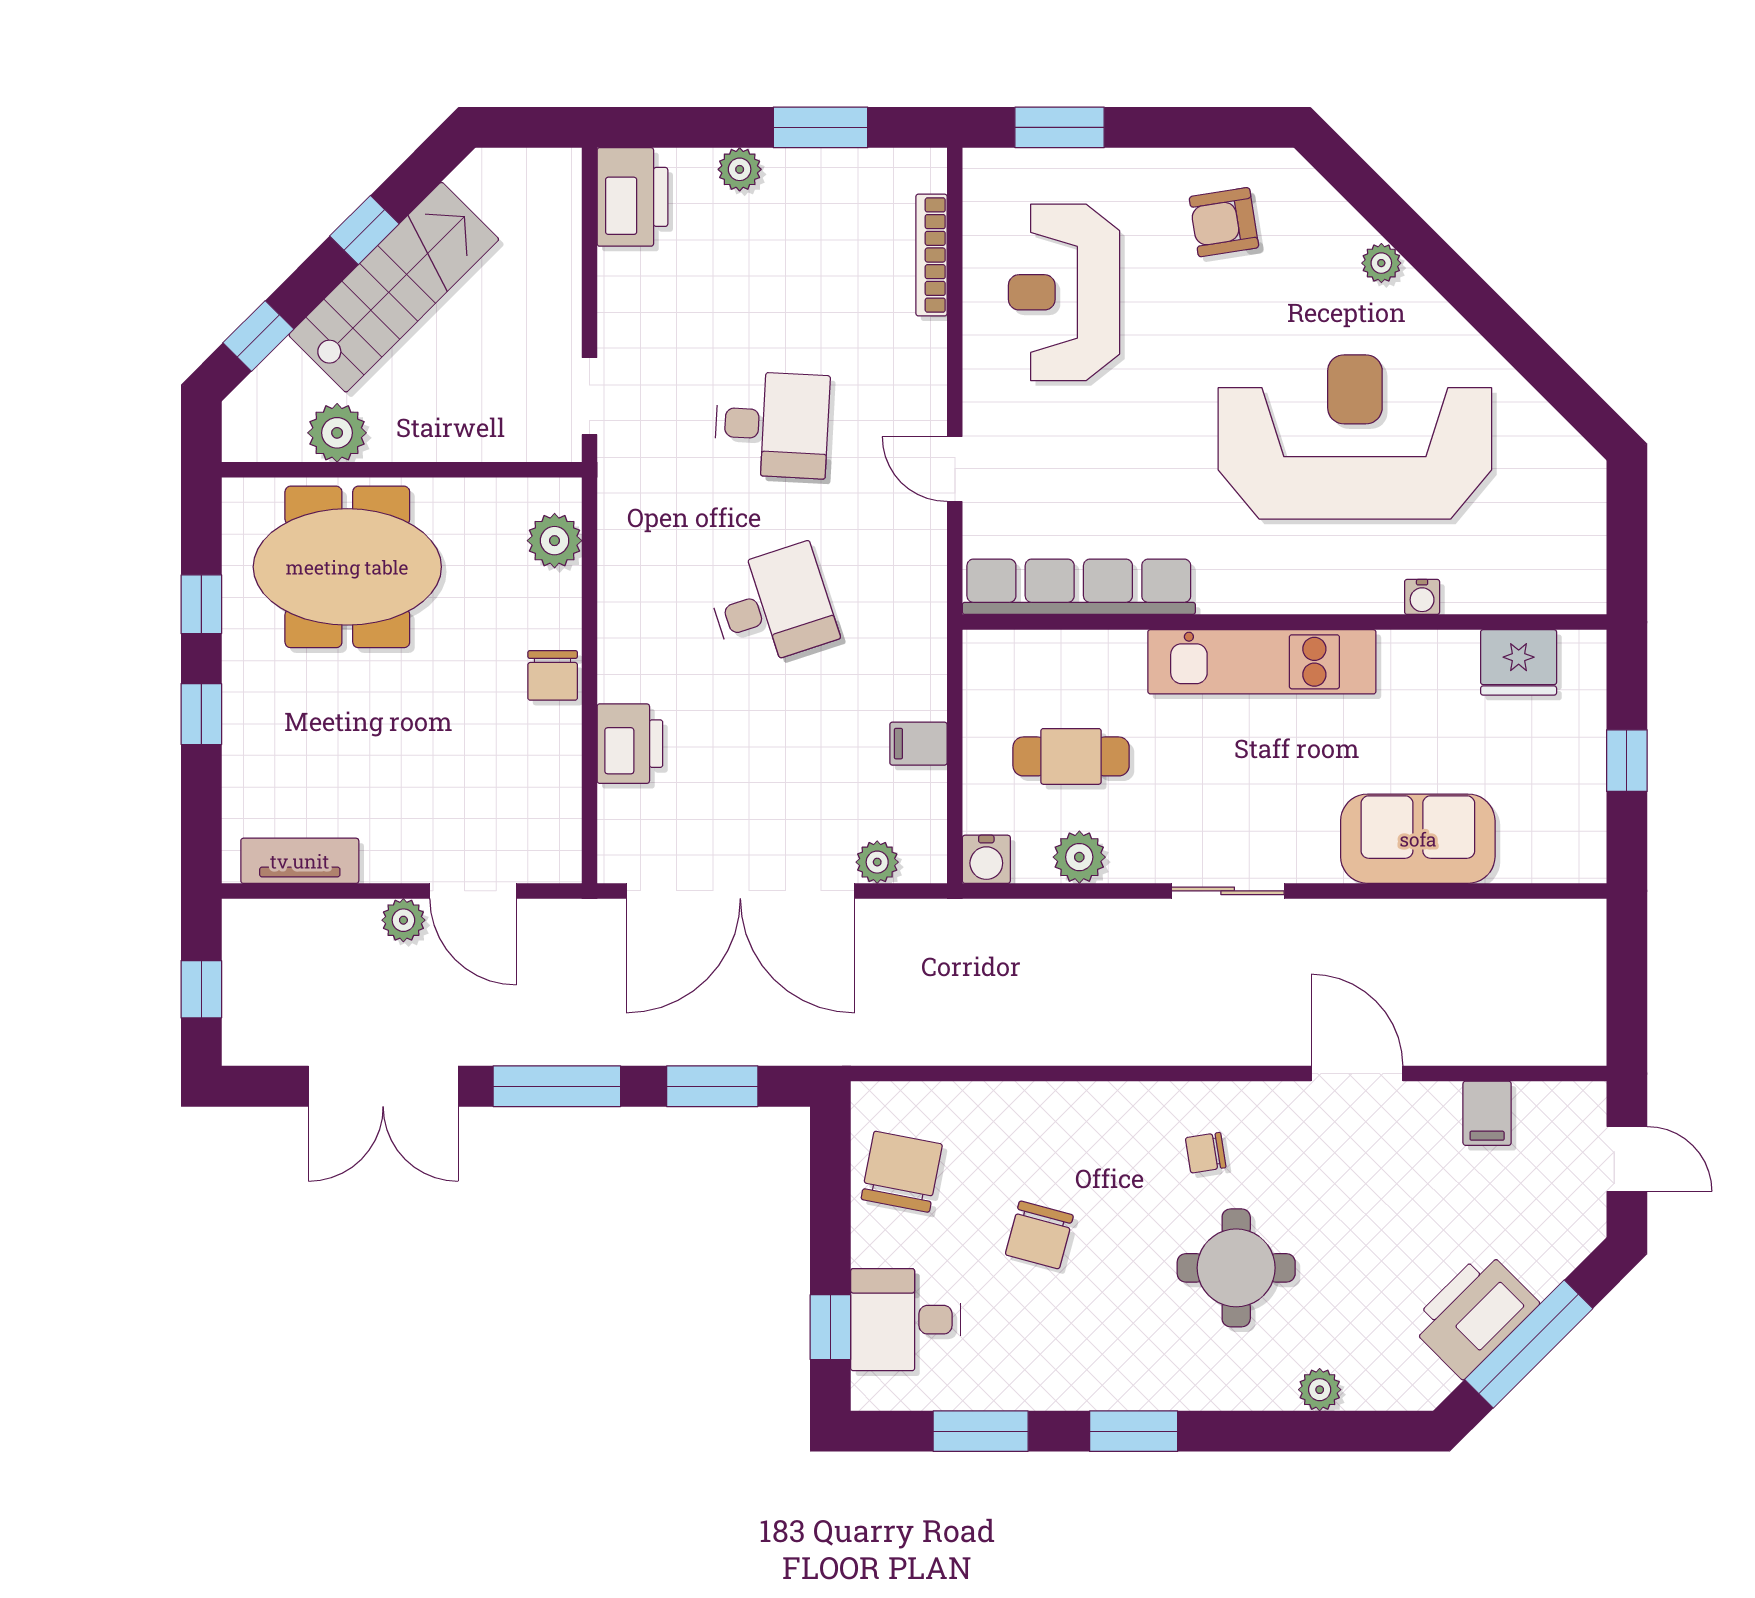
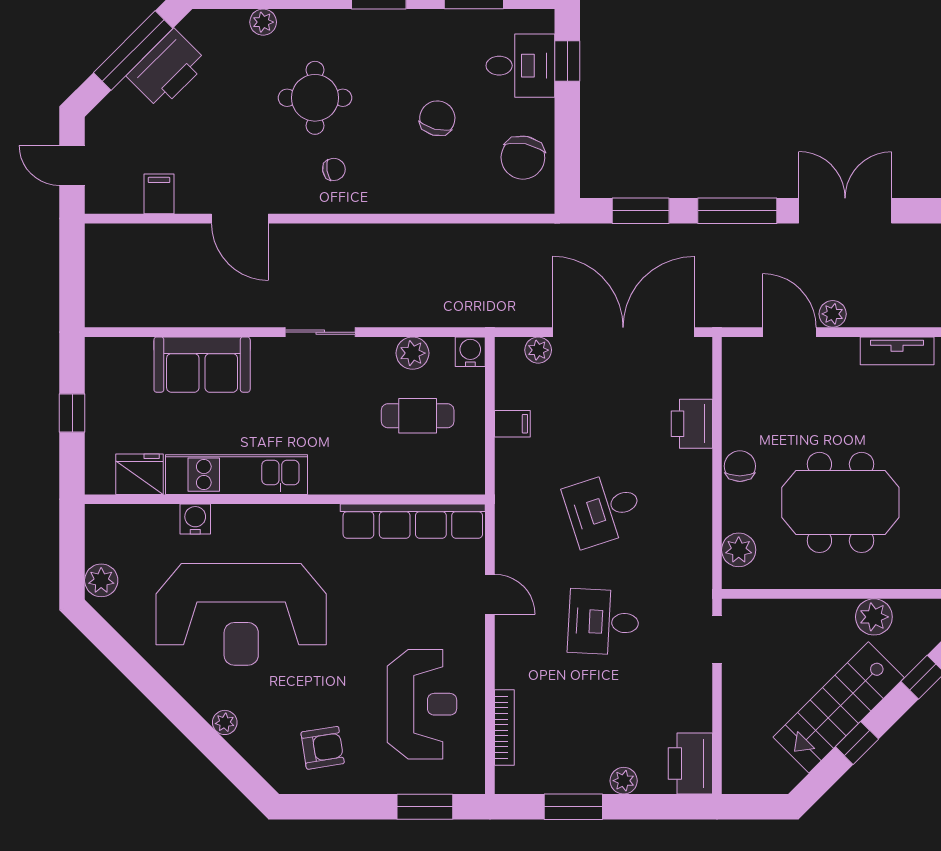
plant: (1580, 491) -> (101, 580), added
meeting table: (347, 567) -> (840, 502), moved
water cooler: (1422, 597) -> (195, 519), width x1.38, depth x1.38
kitchen unit: (1262, 662) -> (236, 475), moved

